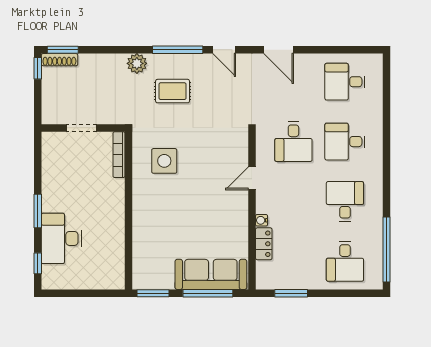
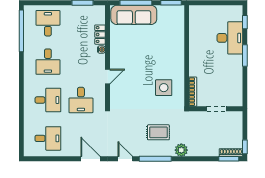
desk: (293, 142) -> (81, 100), turned 180

